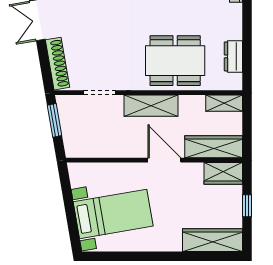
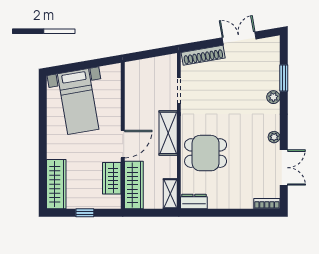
dresser: (233, 56) -> (194, 201), moved
dining table: (175, 61) -> (206, 153), width x0.73
window: (54, 120) -> (156, 53), removed
wardrobe: (223, 173) -> (112, 178), moved

